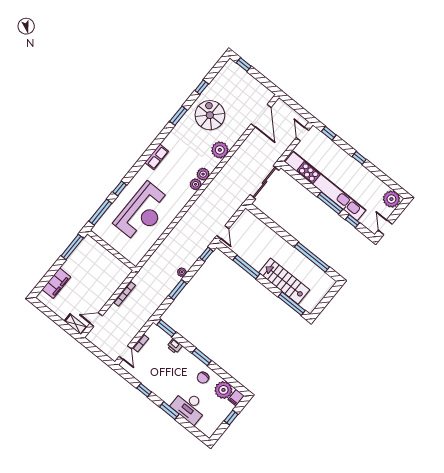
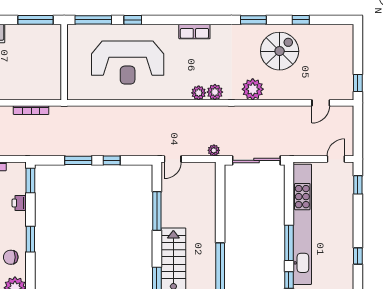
window: (244, 65) -> (358, 83), moved
door: (261, 116) -> (321, 103), width x0.53
window: (359, 158) -> (358, 256), moved
window: (206, 254) -> (112, 160), moved
plant: (182, 272) -> (214, 150), moved

